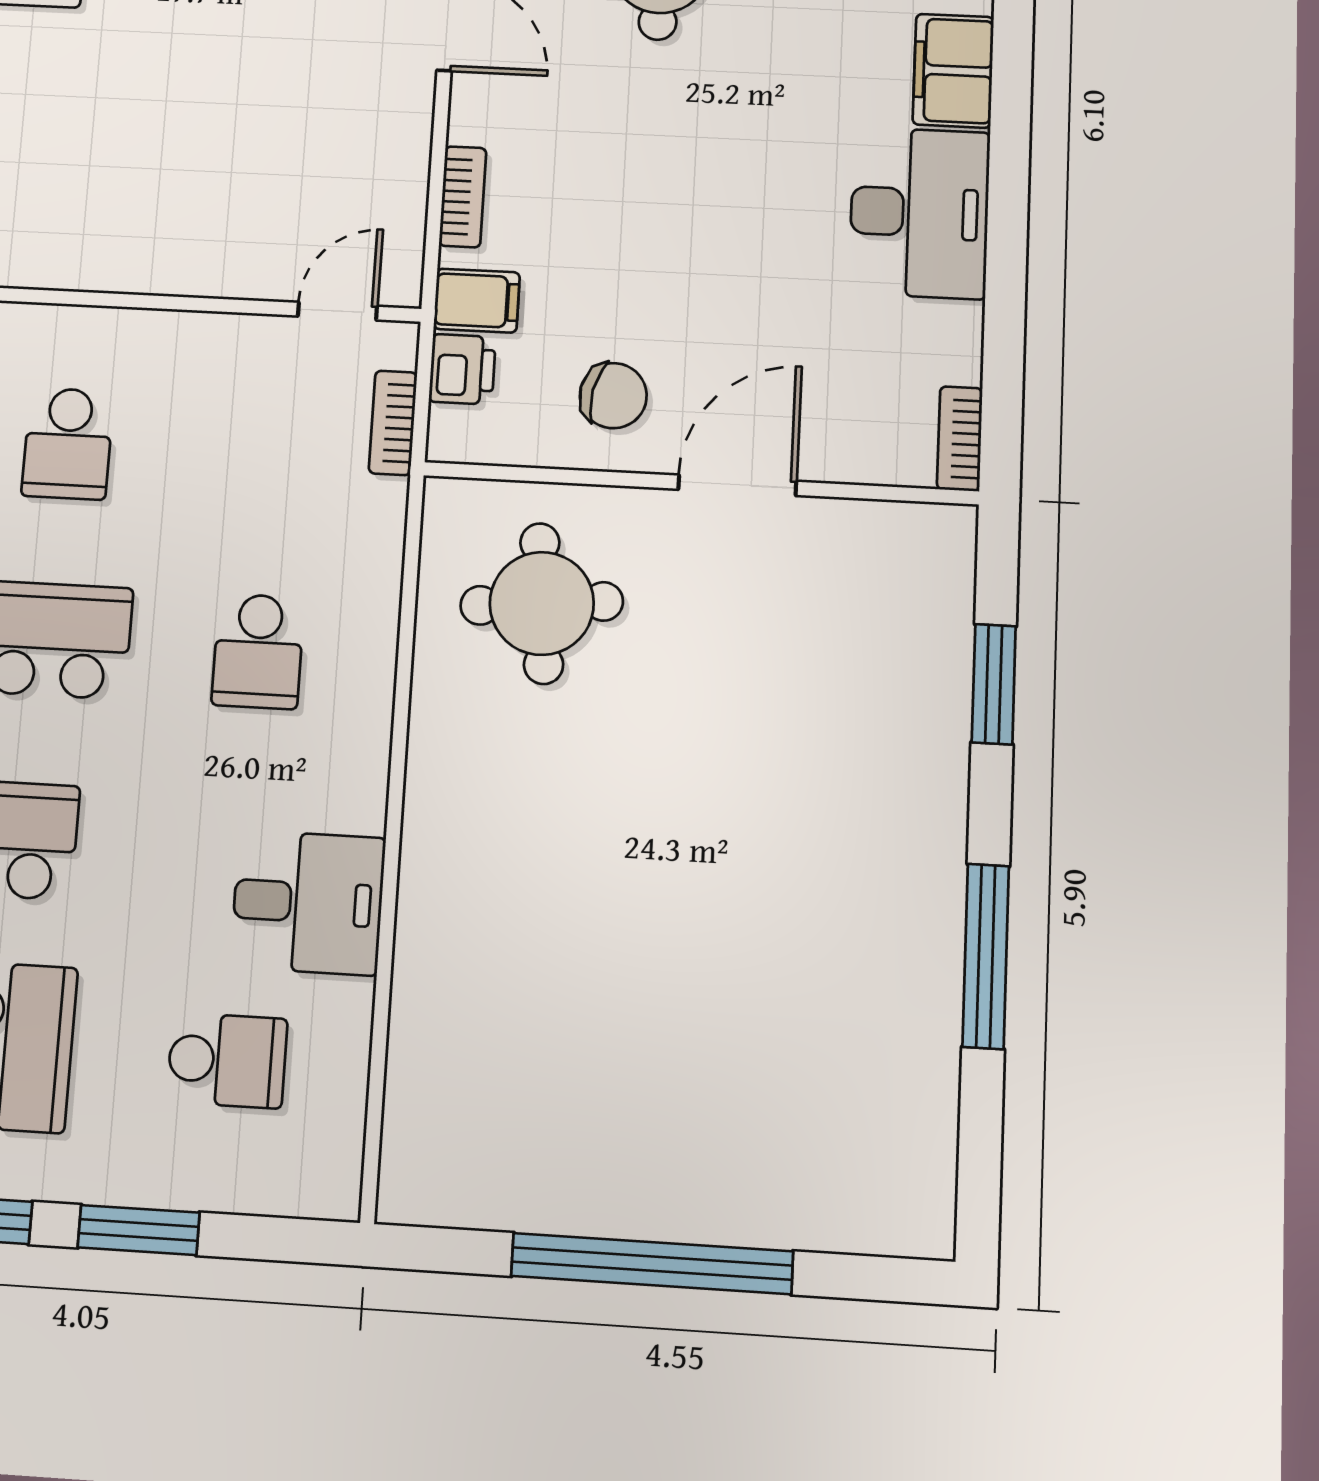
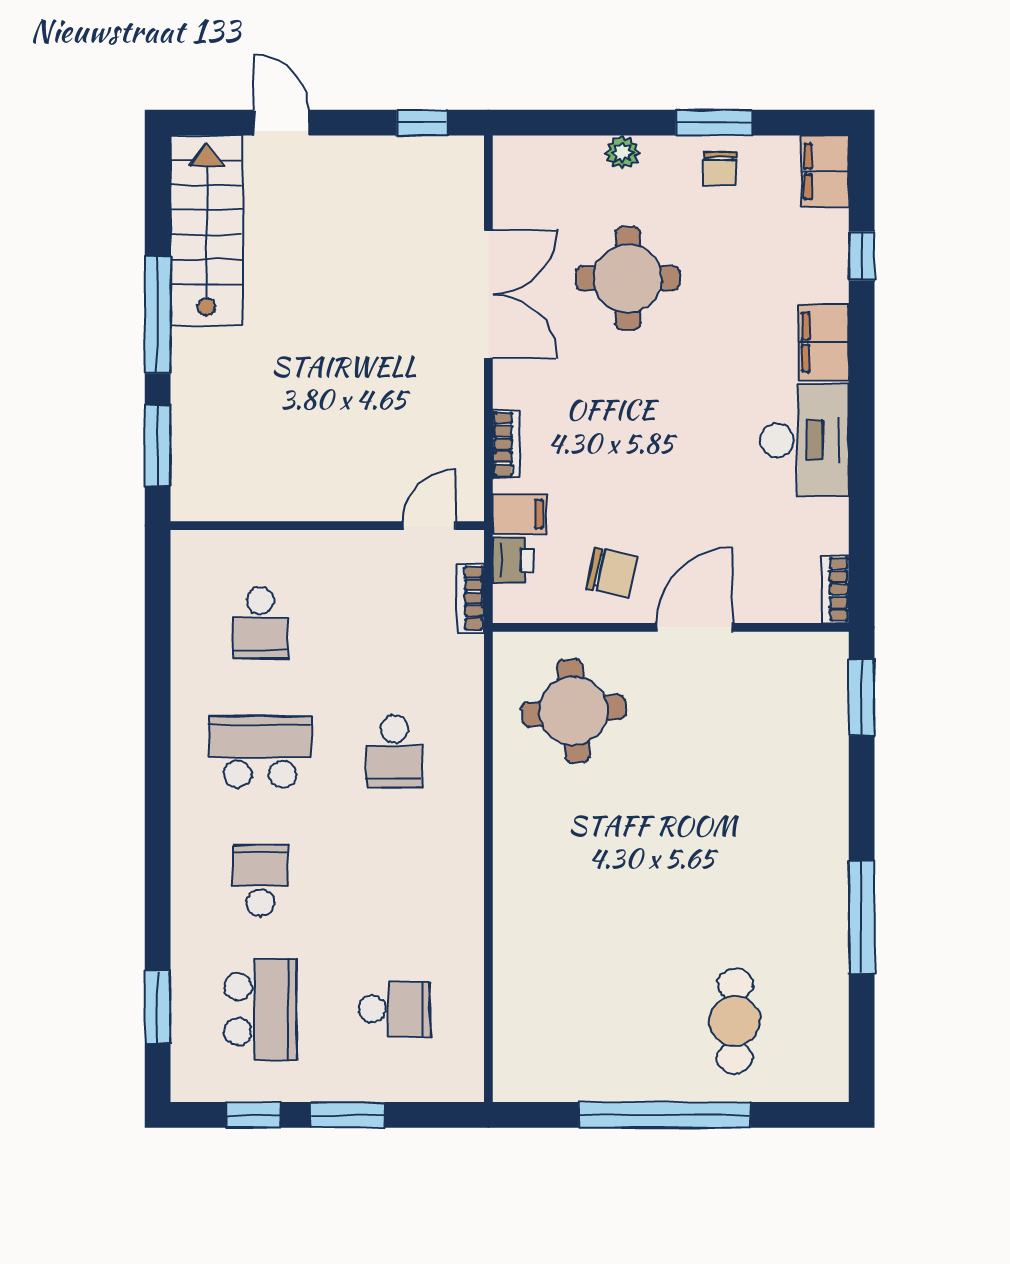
window: (994, 684) -> (862, 698), moved
desk: (308, 903) -> (438, 909), removed
cafe table: (774, 1114) -> (735, 1021), added

